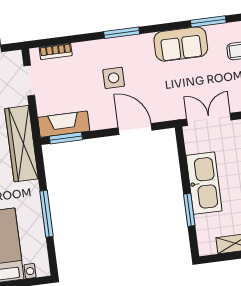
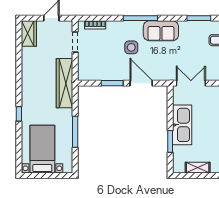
window: (122, 33) -> (140, 18), width x1.44
sofa: (181, 44) -> (161, 31), moved
fireplace: (64, 124) -> (94, 74), removed
window: (66, 138) -> (112, 83), moved

